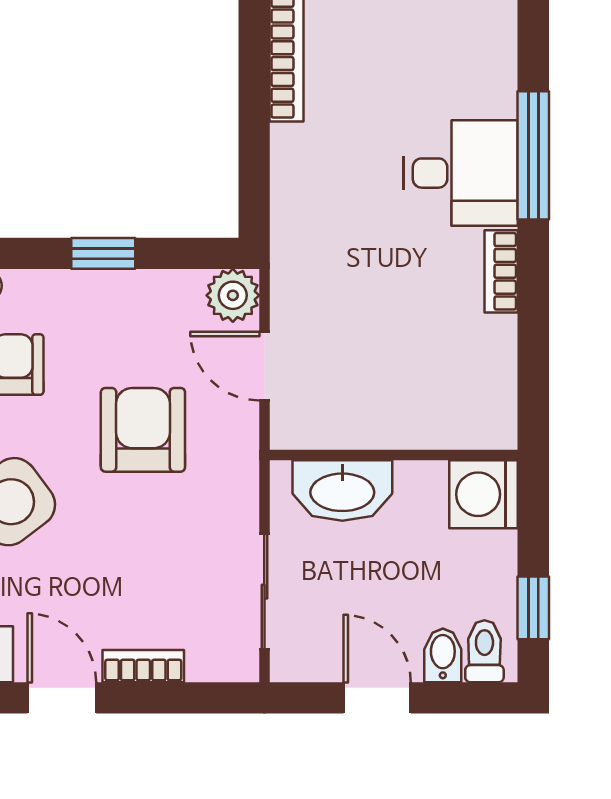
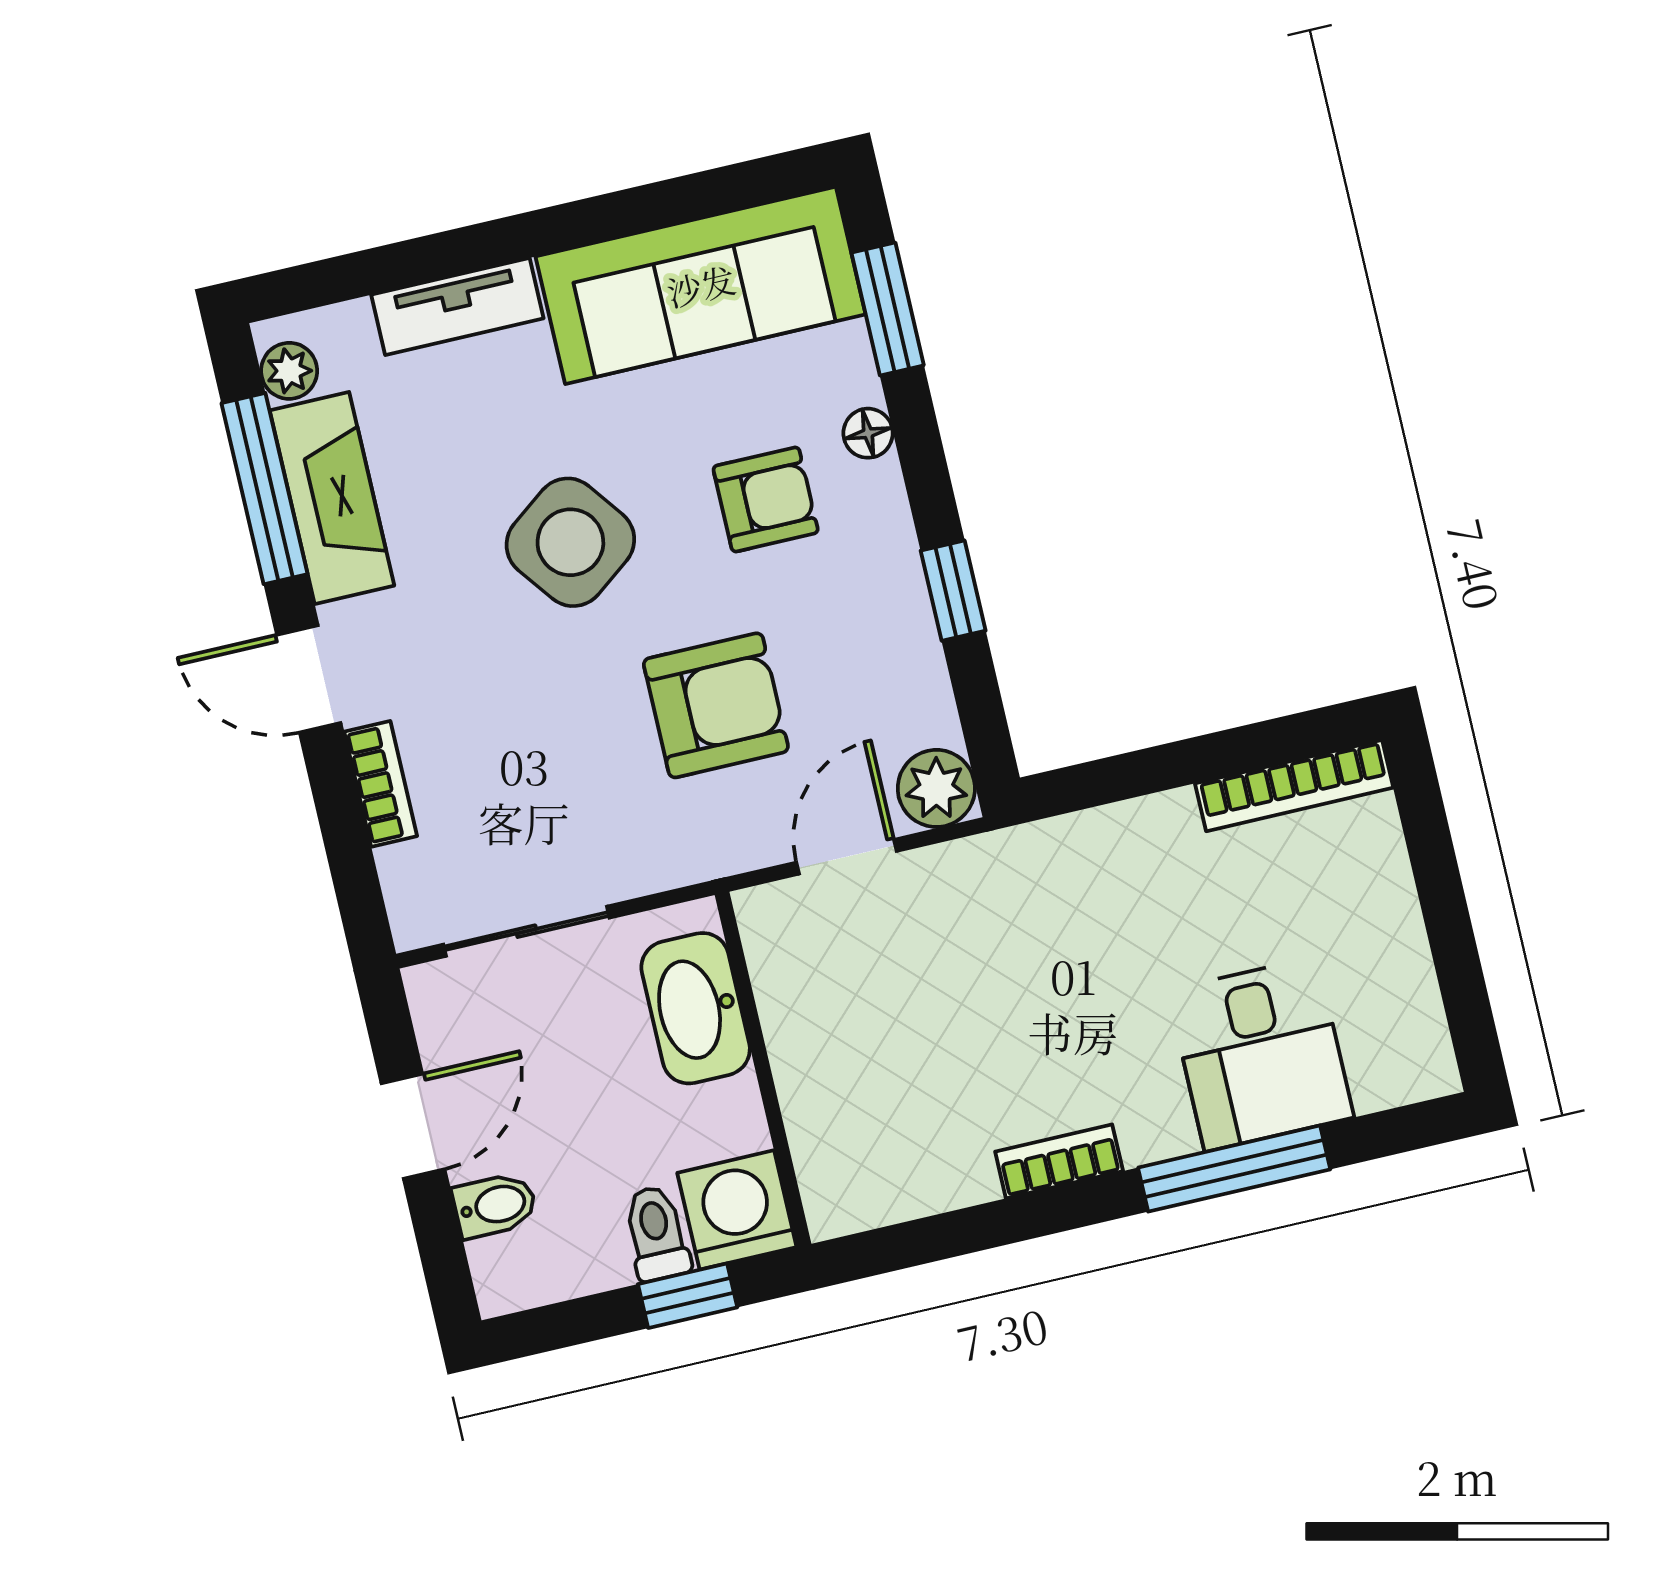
desk: (461, 173) -> (1261, 1054), moved
window: (533, 608) -> (688, 1296), moved
toilet: (484, 651) -> (657, 1233), moved, turned -90
door: (62, 698) -> (309, 679), swing flipped

